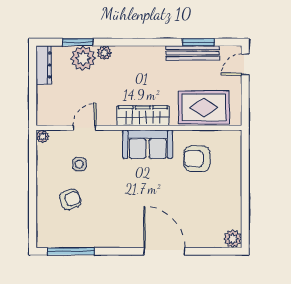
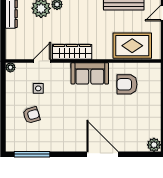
wardrobe: (143, 116) -> (72, 52), moved

